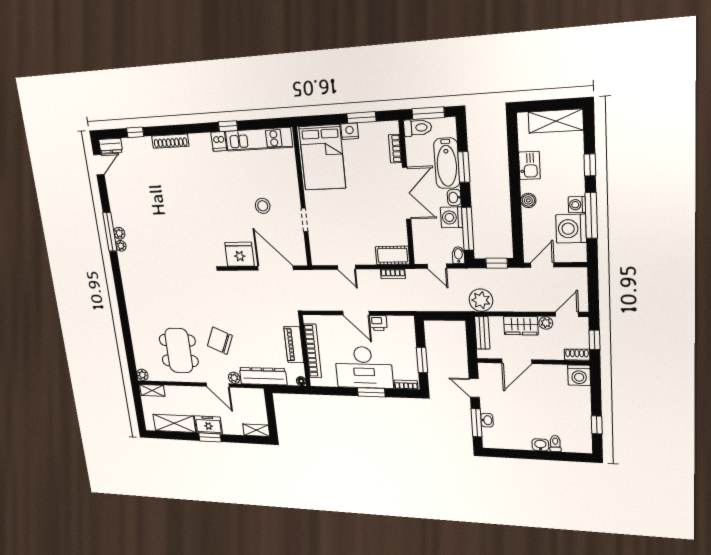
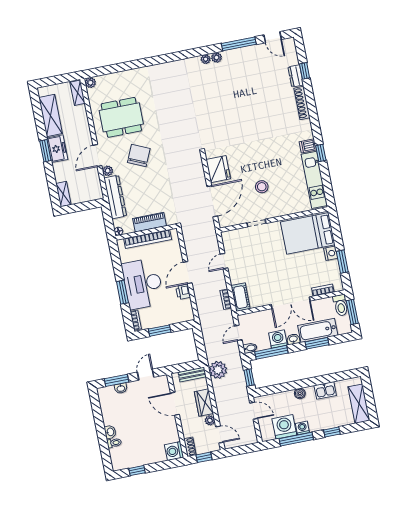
dresser: (111, 146) -> (296, 76), moved
window: (110, 232) -> (239, 44), moved

